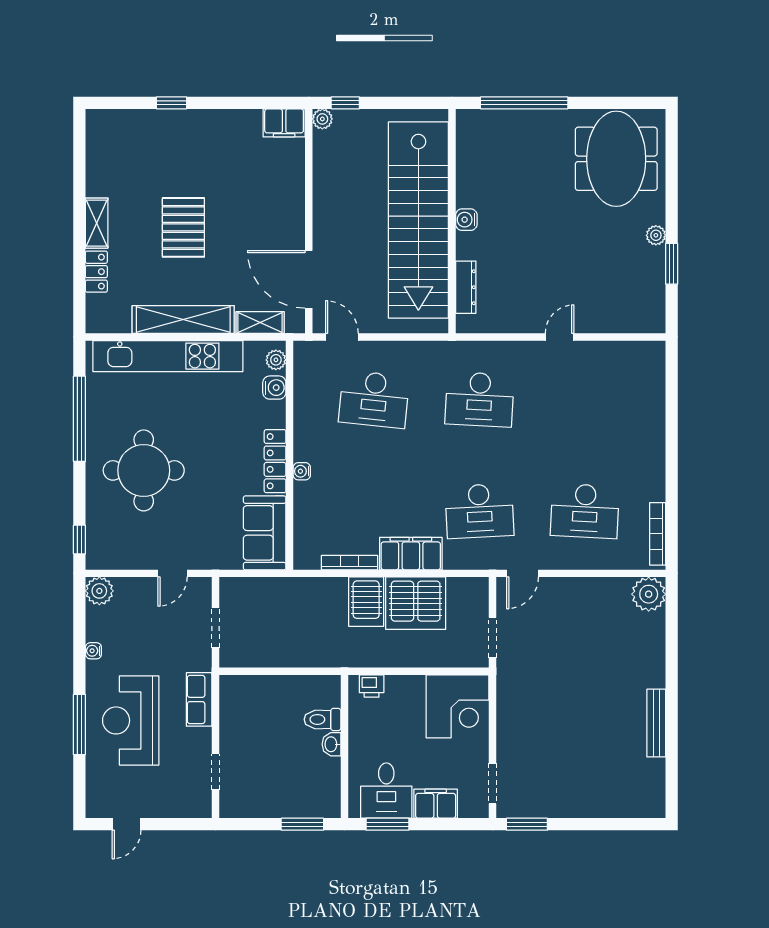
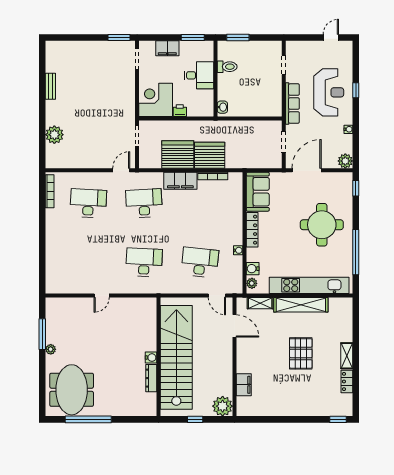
window: (172, 103) -> (338, 419), moved
window: (345, 103) -> (195, 419), moved
window: (524, 103) -> (88, 419), moved
plant: (322, 119) -> (223, 406), width x1.88, depth x1.88
filing cabinet: (284, 123) -> (244, 385), moved, turned 90
window: (672, 264) -> (42, 334), width x1.44
locker: (96, 272) -> (347, 382), moved
door: (309, 279) -> (234, 326), width x0.73
dresser: (466, 287) -> (151, 378), moved
water cooler: (302, 471) -> (238, 250), moved
door: (173, 573) -> (307, 170), width x1.87
plant: (649, 594) -> (54, 135), moved
server rack: (366, 602) -> (210, 155), width x1.60
printer: (372, 686) -> (180, 111), moved
row of seats: (199, 699) -> (292, 104), width x1.48
toilet: (323, 719) -> (227, 67), moved
bench: (656, 723) -> (50, 86), width x0.73
window: (79, 725) -> (356, 90), width x0.46
washbasin: (331, 744) -> (222, 107), moved
desk: (386, 791) -> (199, 75), moved, turned 90

